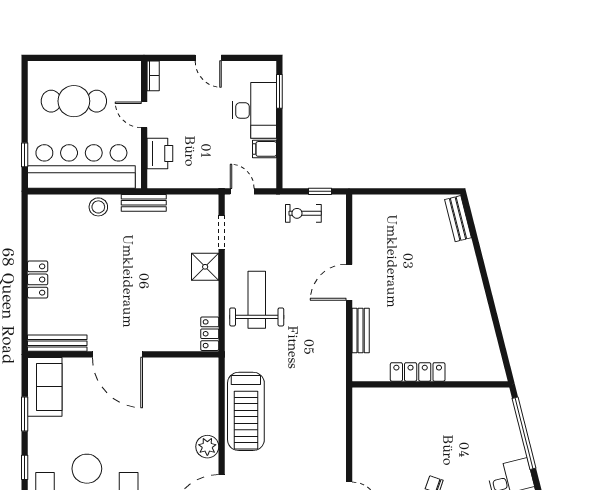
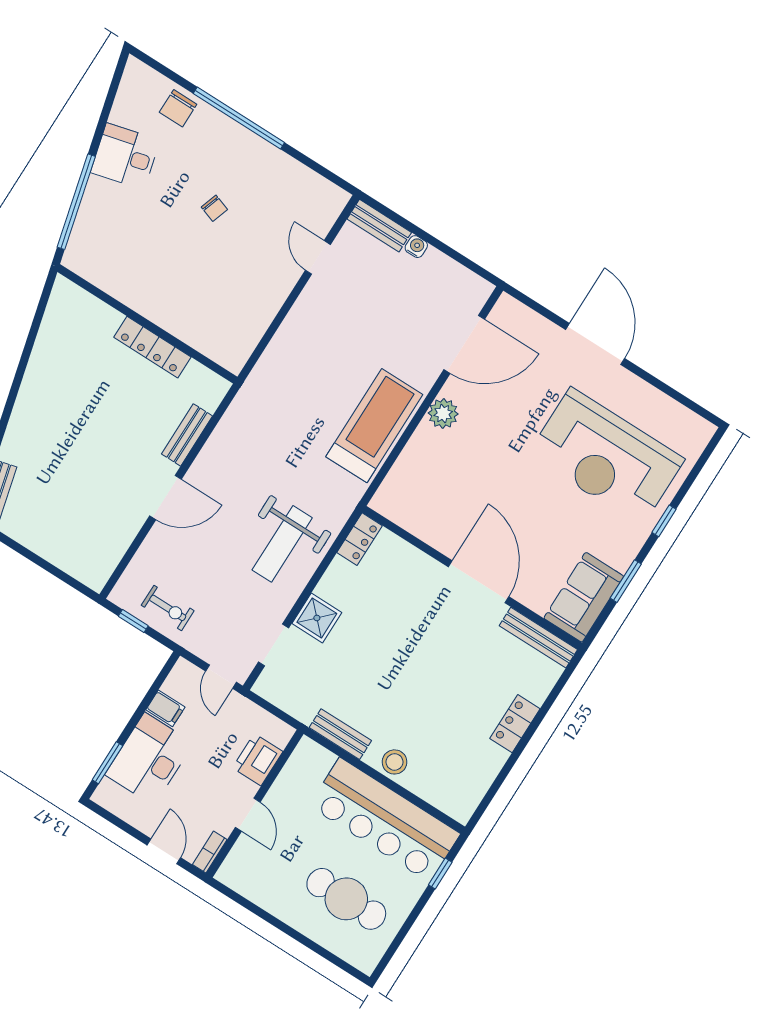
bookcase: (153, 76) -> (210, 852), moved
door: (144, 115) -> (248, 815), moved
wall: (144, 125) -> (255, 804), moved
printer: (160, 153) -> (258, 760), moved

